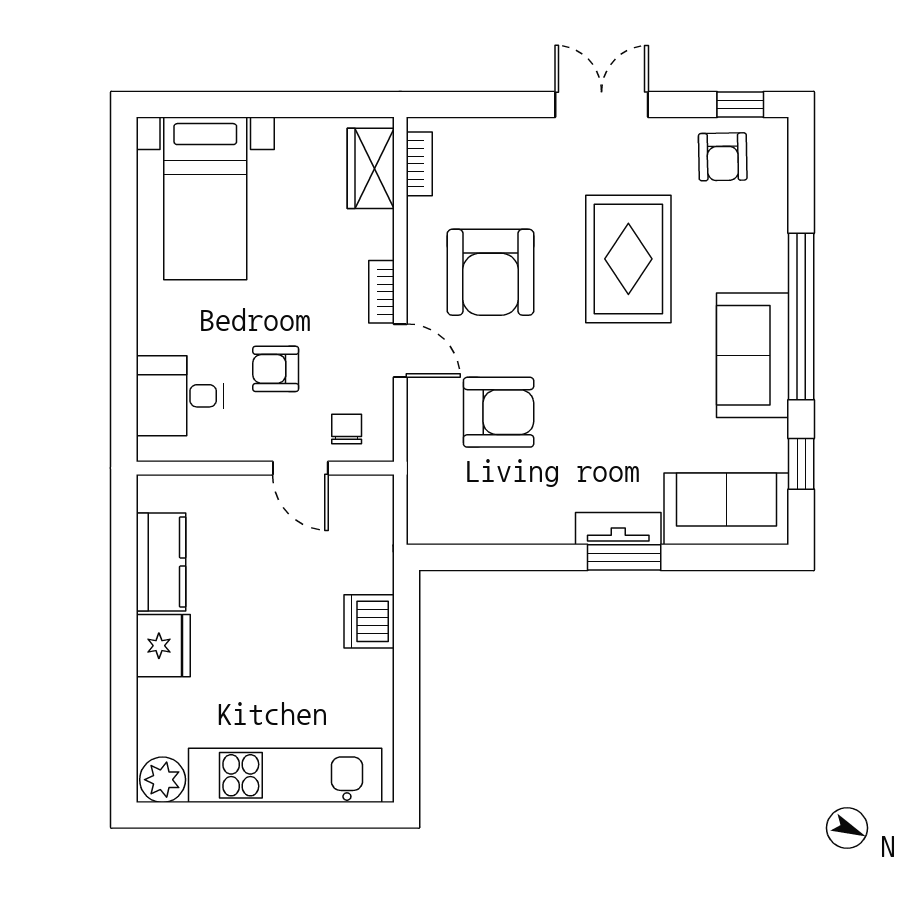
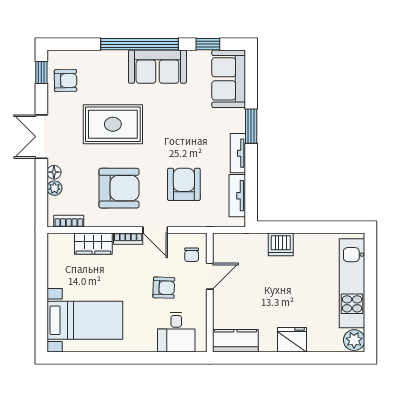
floor lamp: (525, 132) -> (54, 172), added
plant: (491, 133) -> (54, 188), added
wardrobe: (371, 168) -> (93, 244), moved
door: (400, 351) -> (155, 230), swing flipped
armchair: (276, 369) -> (164, 288), turned -88
chair: (347, 429) -> (192, 255), turned -90
tv unit: (474, 527) -> (237, 196), added
tv unit: (618, 529) -> (238, 153), moved
kitchen counter: (161, 562) -> (235, 341), moved

